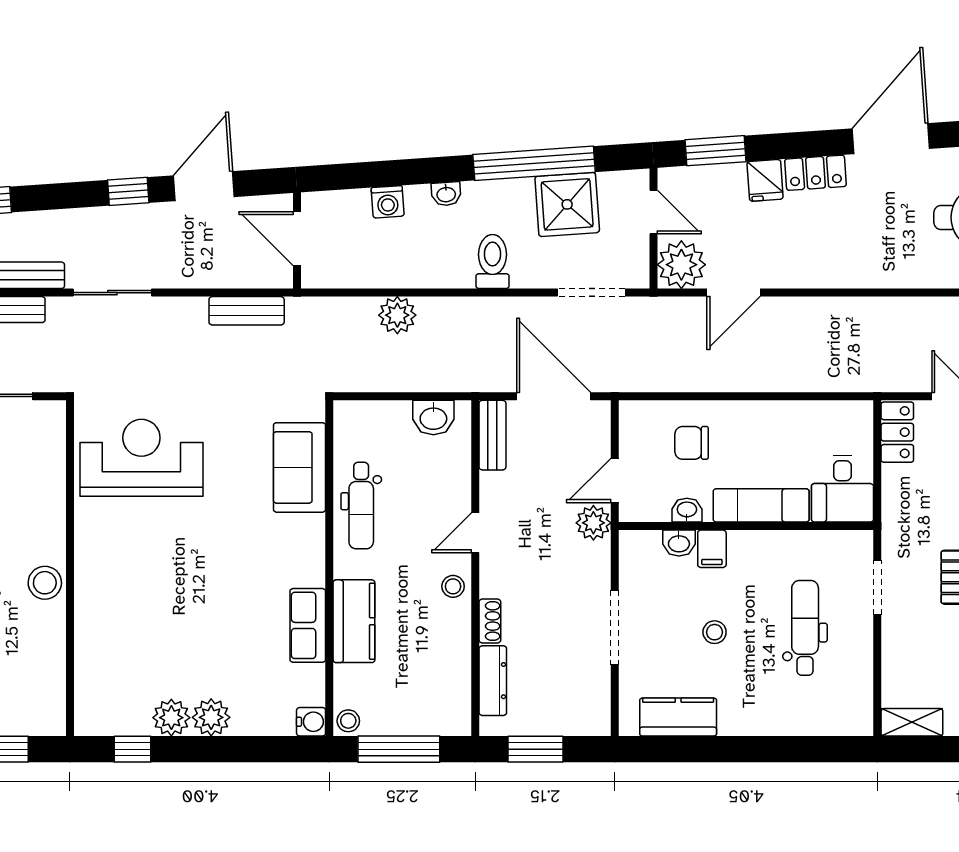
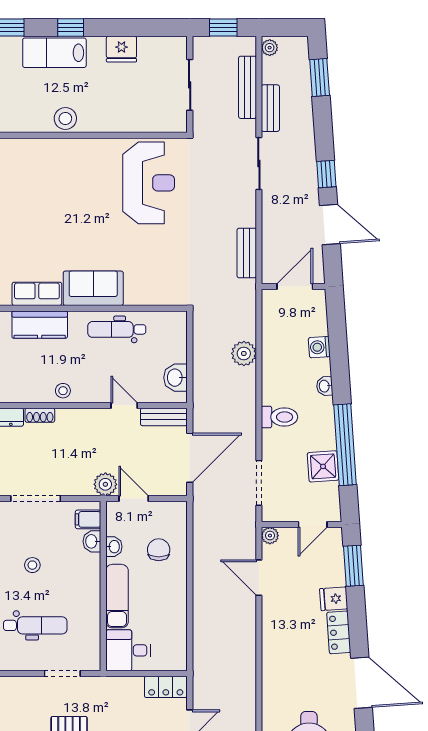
shower: (567, 204) -> (323, 466), width x0.73, depth x0.73
plant: (681, 265) -> (270, 536), width x0.53, depth x0.53
sofa: (299, 467) -> (93, 288), moved
door: (475, 533) -> (124, 405), moved
filing cabinet: (712, 549) -> (88, 519), moved

